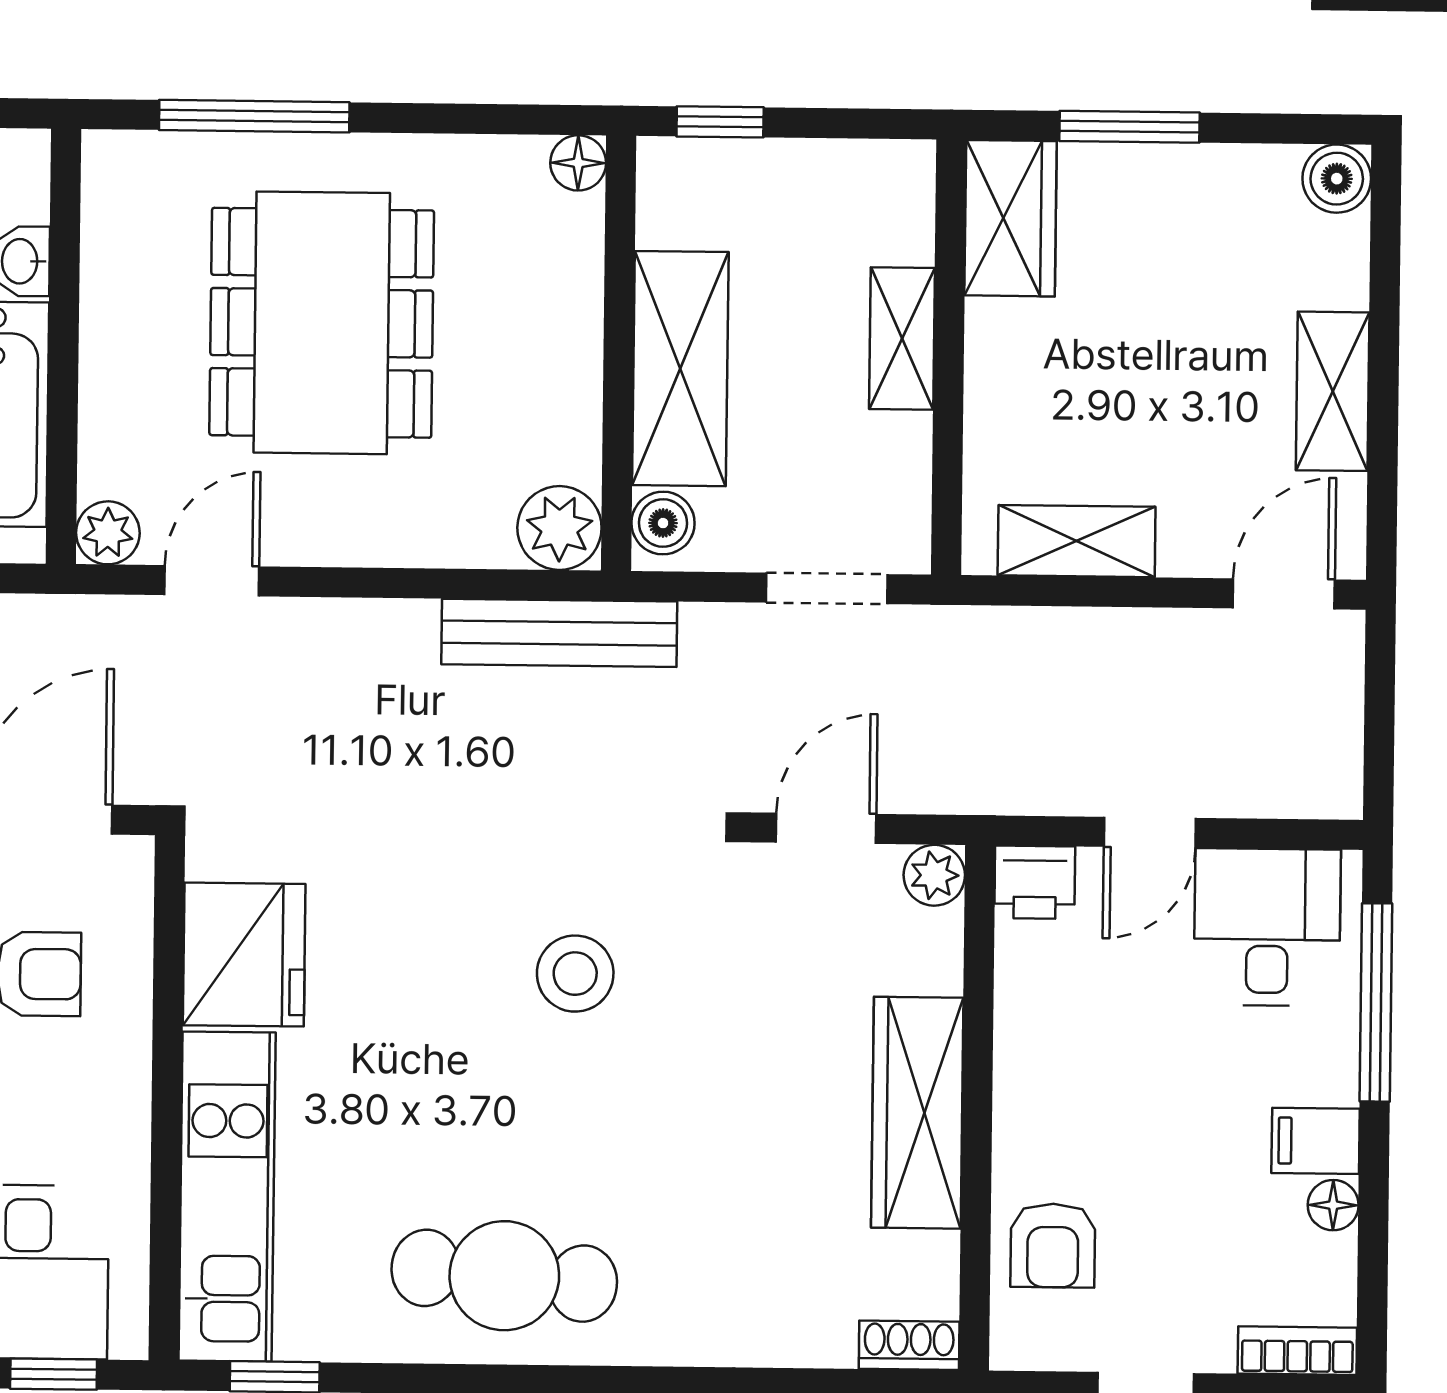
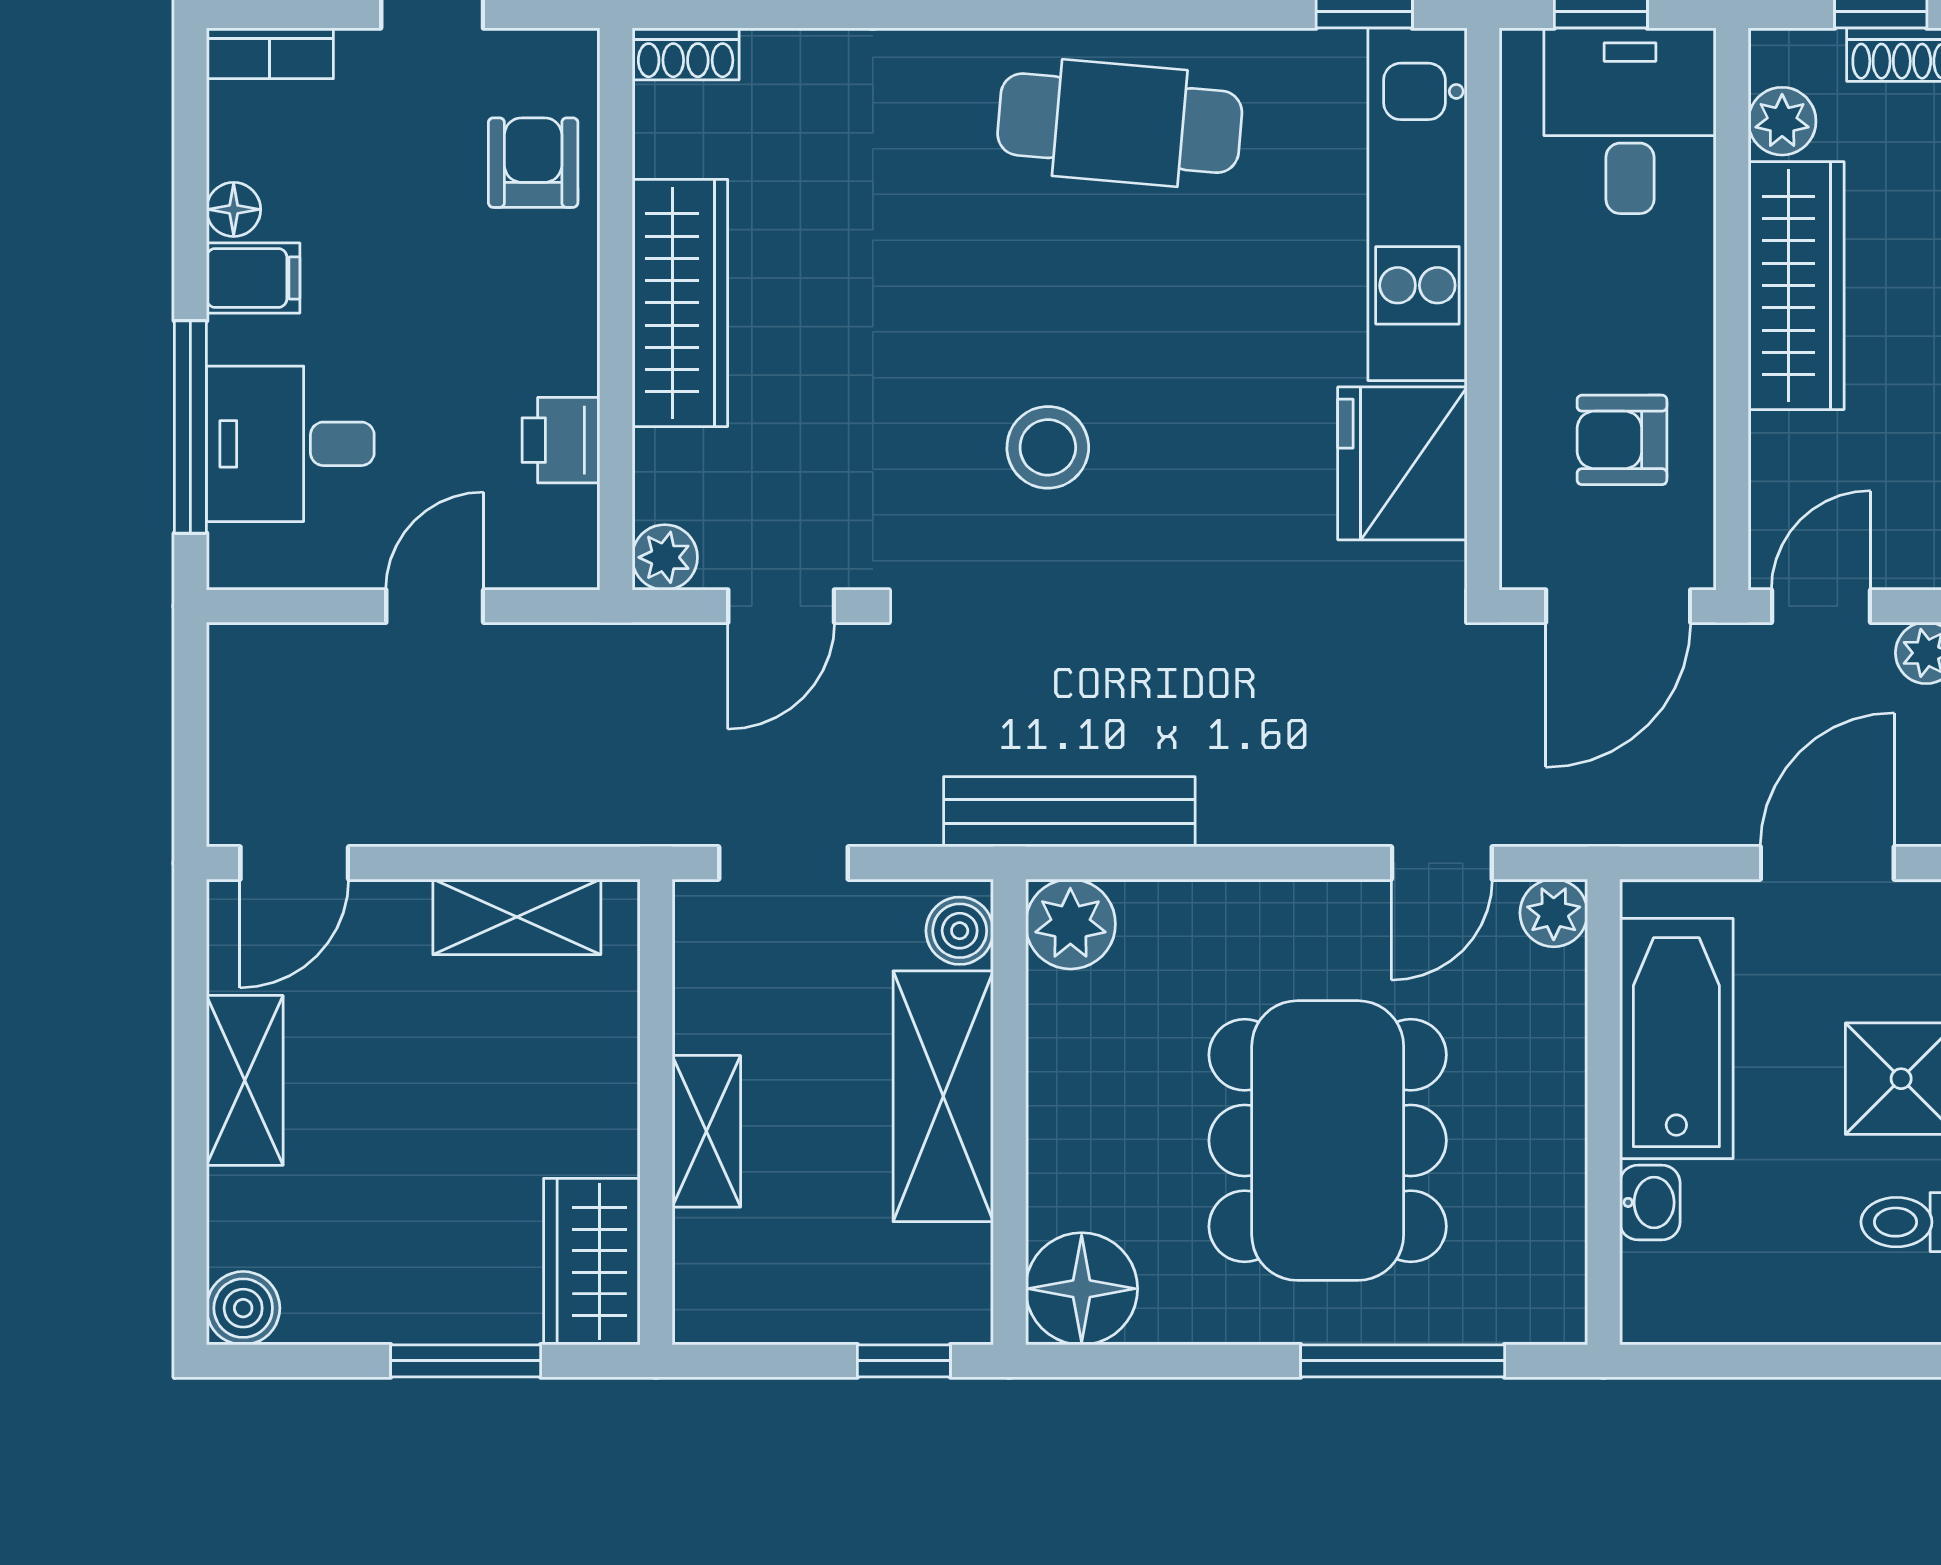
floor lamp: (578, 163) -> (1082, 1289), width x1.89, depth x1.89
printer: (1035, 882) -> (561, 440), moved, turned -90
desk: (1267, 927) -> (290, 444), moved, turned 90

